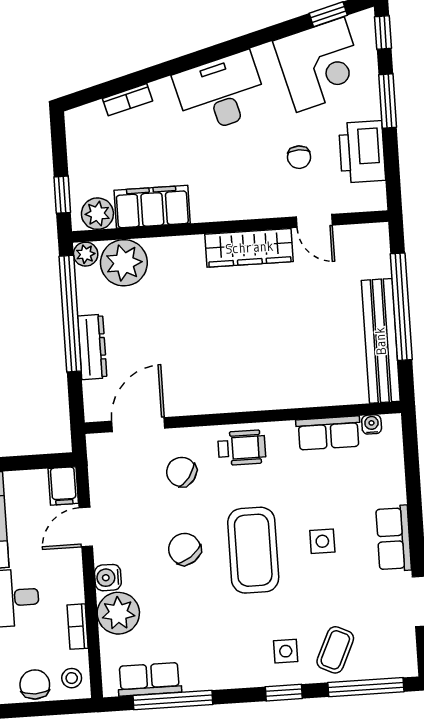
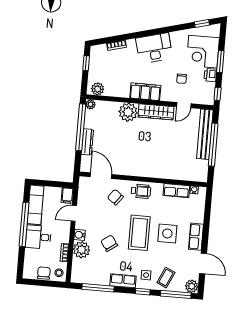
window: (383, 33) -> (218, 94), moved
corner desk: (320, 65) -> (203, 52), moved, turned 105
printer: (362, 152) -> (210, 75), width x0.53, depth x0.68
window: (62, 195) -> (86, 63), moved
filing cabinet: (152, 207) -> (145, 92), moved
door: (314, 221) -> (184, 105), hinge flipped
plant: (124, 263) -> (128, 112), moved
bench: (381, 341) -> (205, 134), moved
door: (138, 425) -> (101, 176), hinge flipped
side table: (322, 541) -> (167, 233), width x1.87, depth x1.87
chair: (185, 549) -> (109, 243), moved
plant: (401, 661) -> (192, 286), added
row of seats: (149, 679) -> (123, 281), moved

